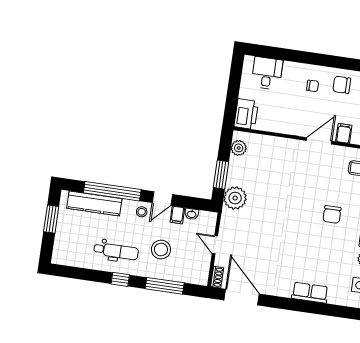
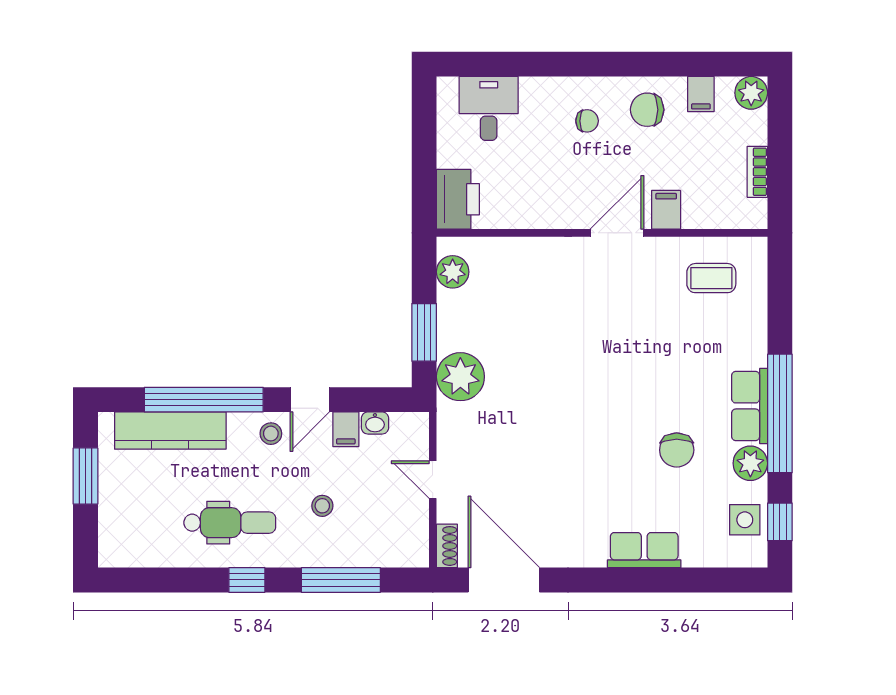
chair: (332, 214) -> (677, 450), moved
stool: (161, 250) -> (322, 506), width x0.53, depth x0.53

